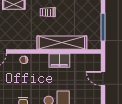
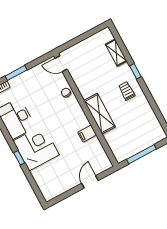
shelving: (62, 43) -> (100, 114), width x0.68
filing cabinet: (59, 61) -> (87, 134), width x0.50

